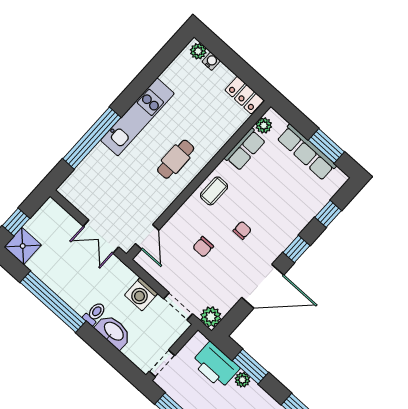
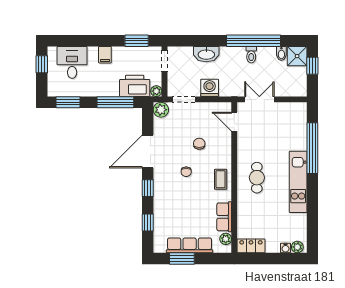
bidet: (36, 263) -> (281, 53), added
toilet: (95, 314) -> (251, 55), moved
window: (250, 366) -> (115, 102), width x1.44
plant: (242, 380) -> (156, 91), moved

